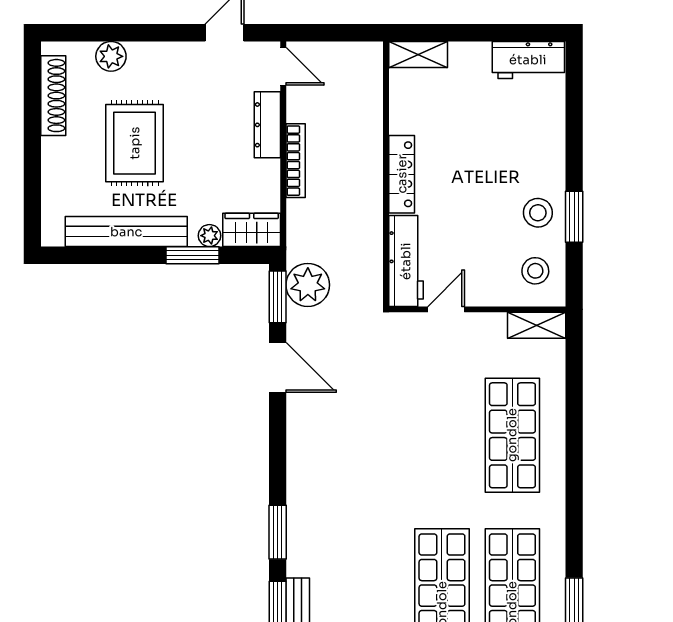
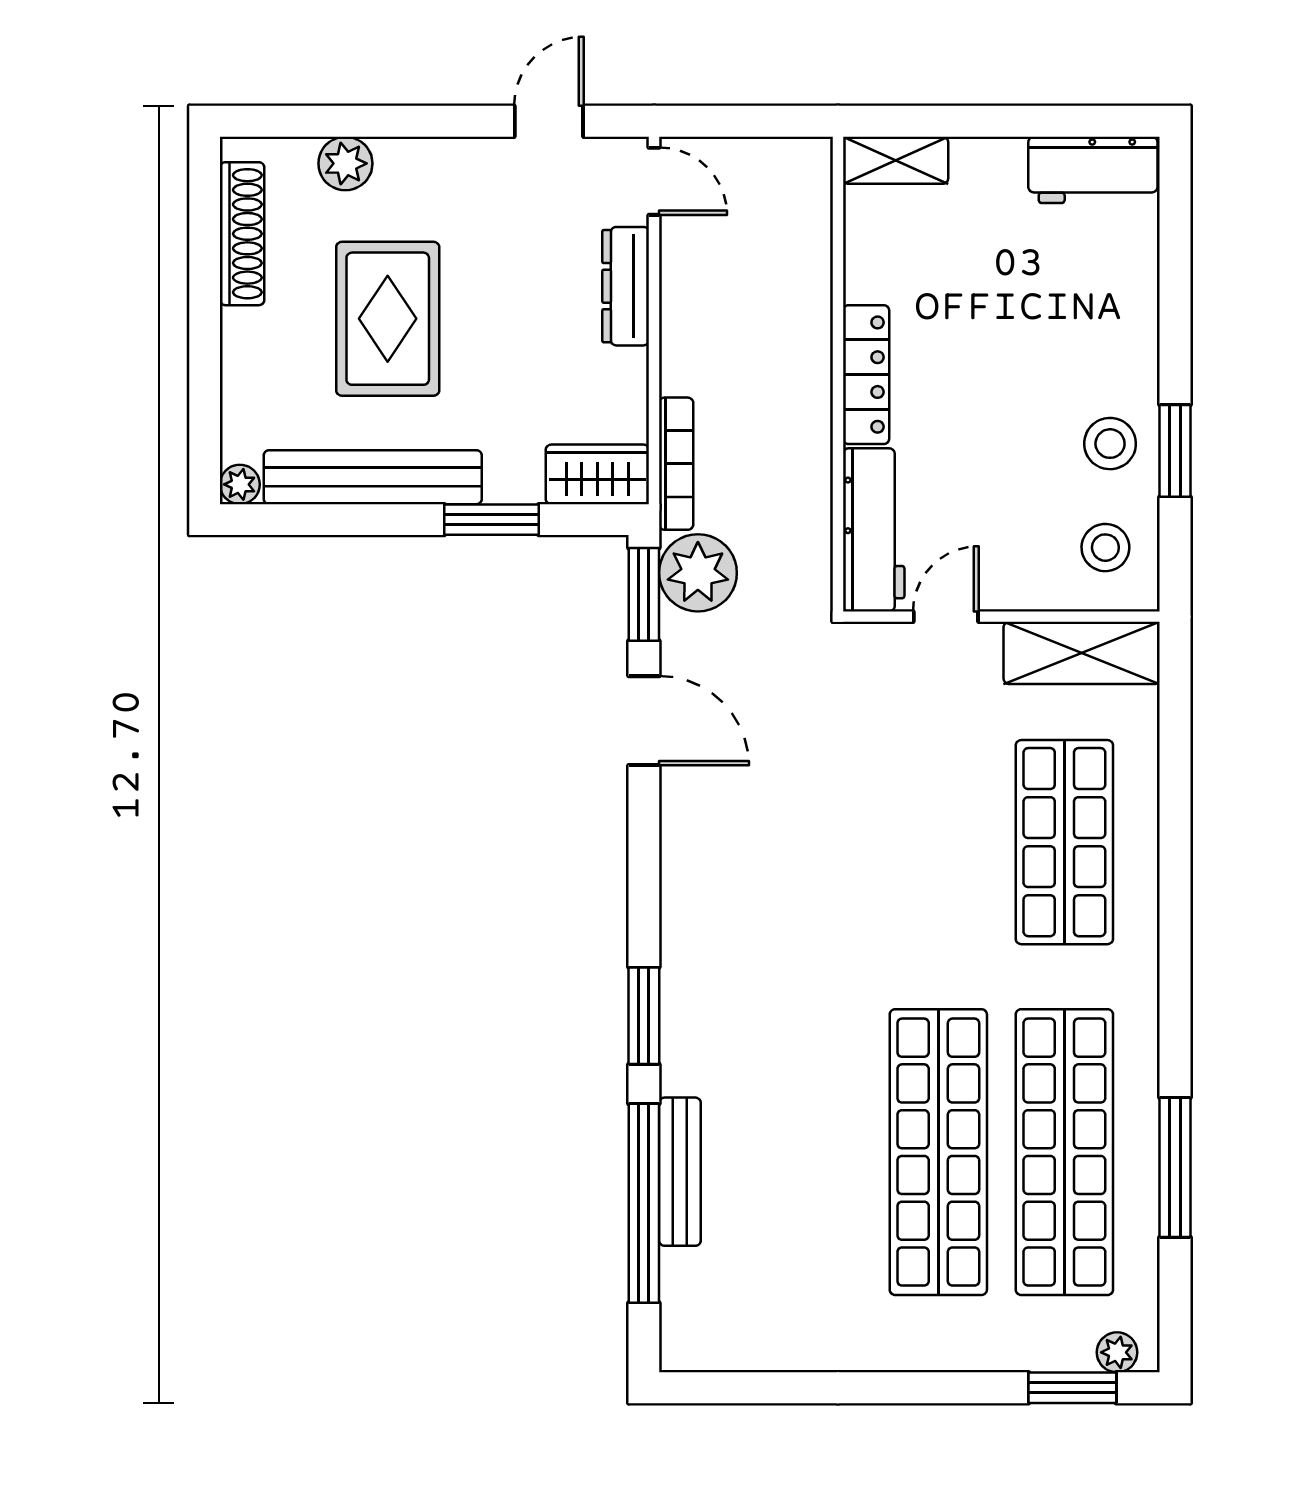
bookcase: (296, 161) -> (676, 464), moved
plant: (209, 236) -> (240, 484), moved
shelving: (537, 325) -> (1082, 653), width x1.50, depth x1.33

